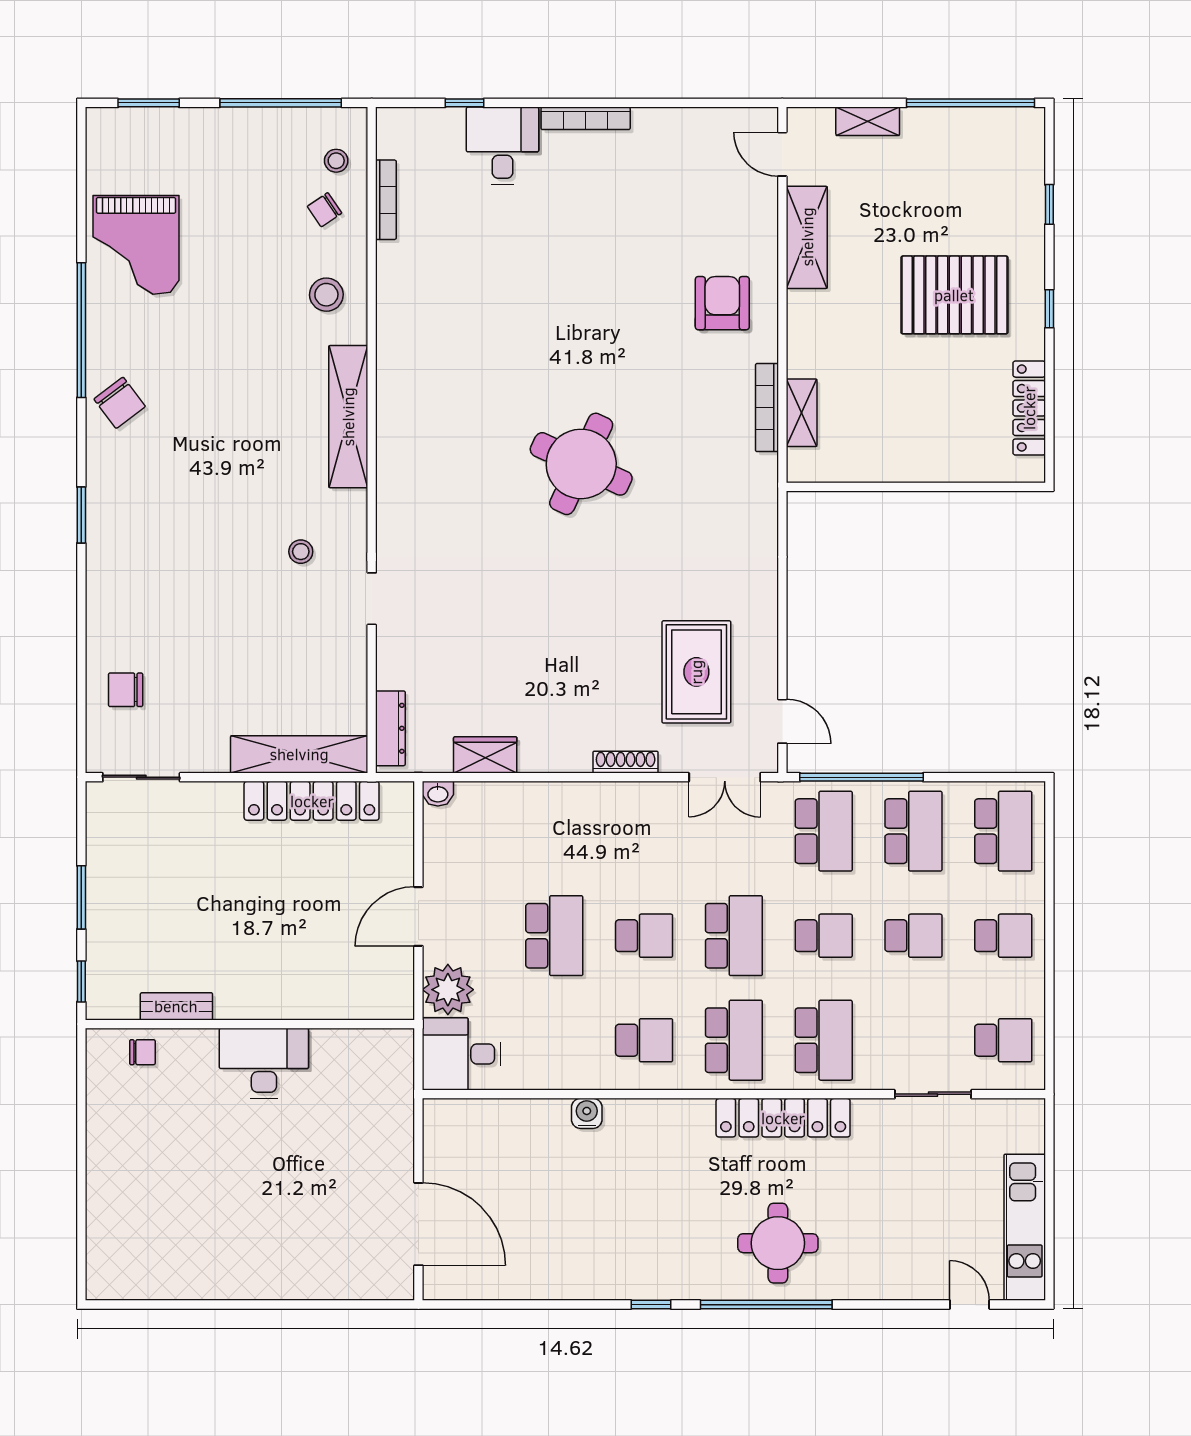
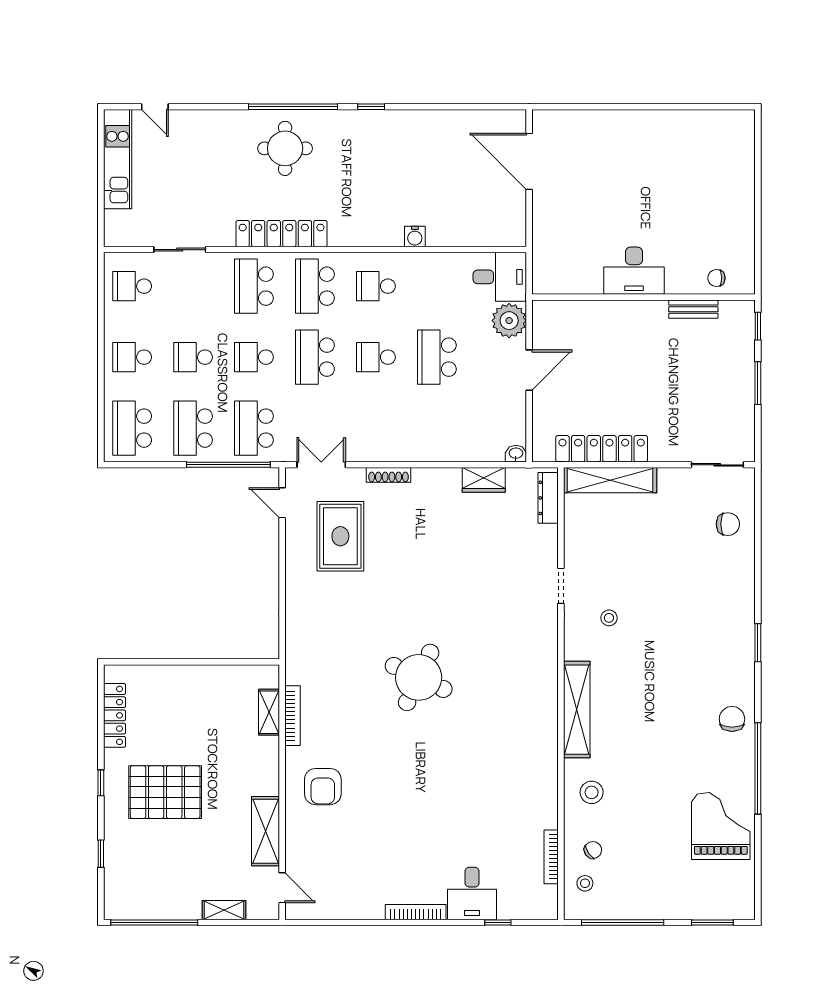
chair: (120, 403) -> (732, 719), turned 37

